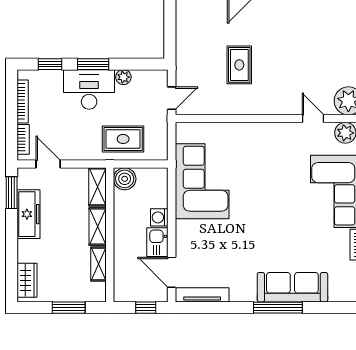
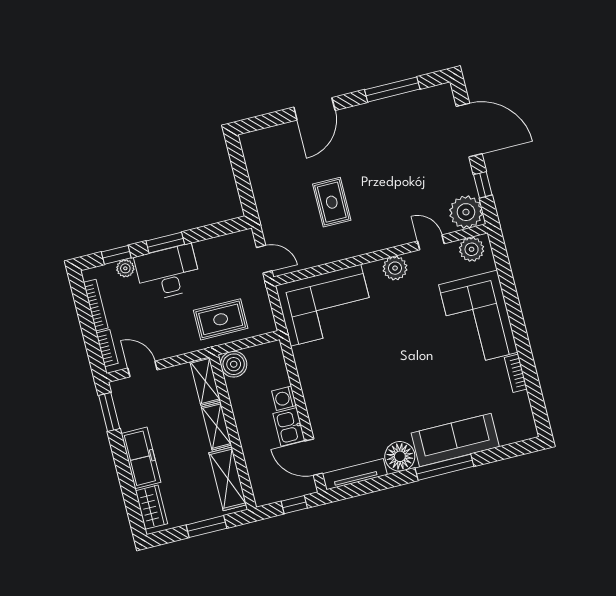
plant: (123, 77) -> (125, 268), moved
door: (172, 98) -> (264, 259), hinge flipped
plant: (278, 133) -> (395, 268), added
corner sofa: (202, 181) -> (326, 305), moved, turned 90
freezer: (28, 214) -> (141, 458), moved
shelving: (99, 264) -> (228, 479), width x1.50, depth x1.33
floor lamp: (243, 289) -> (400, 456), added

